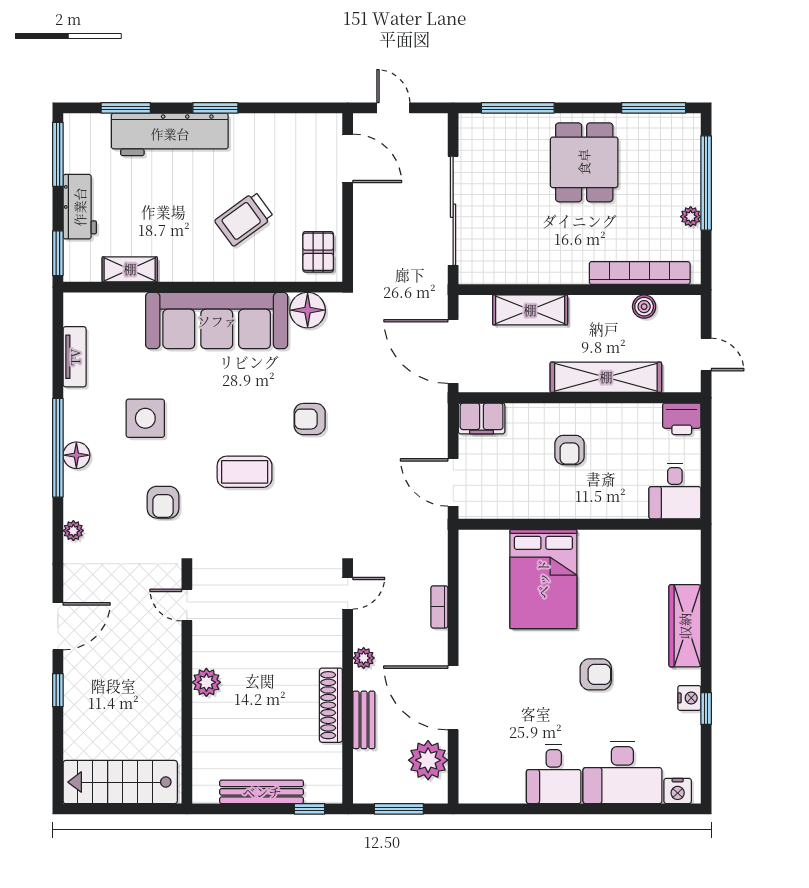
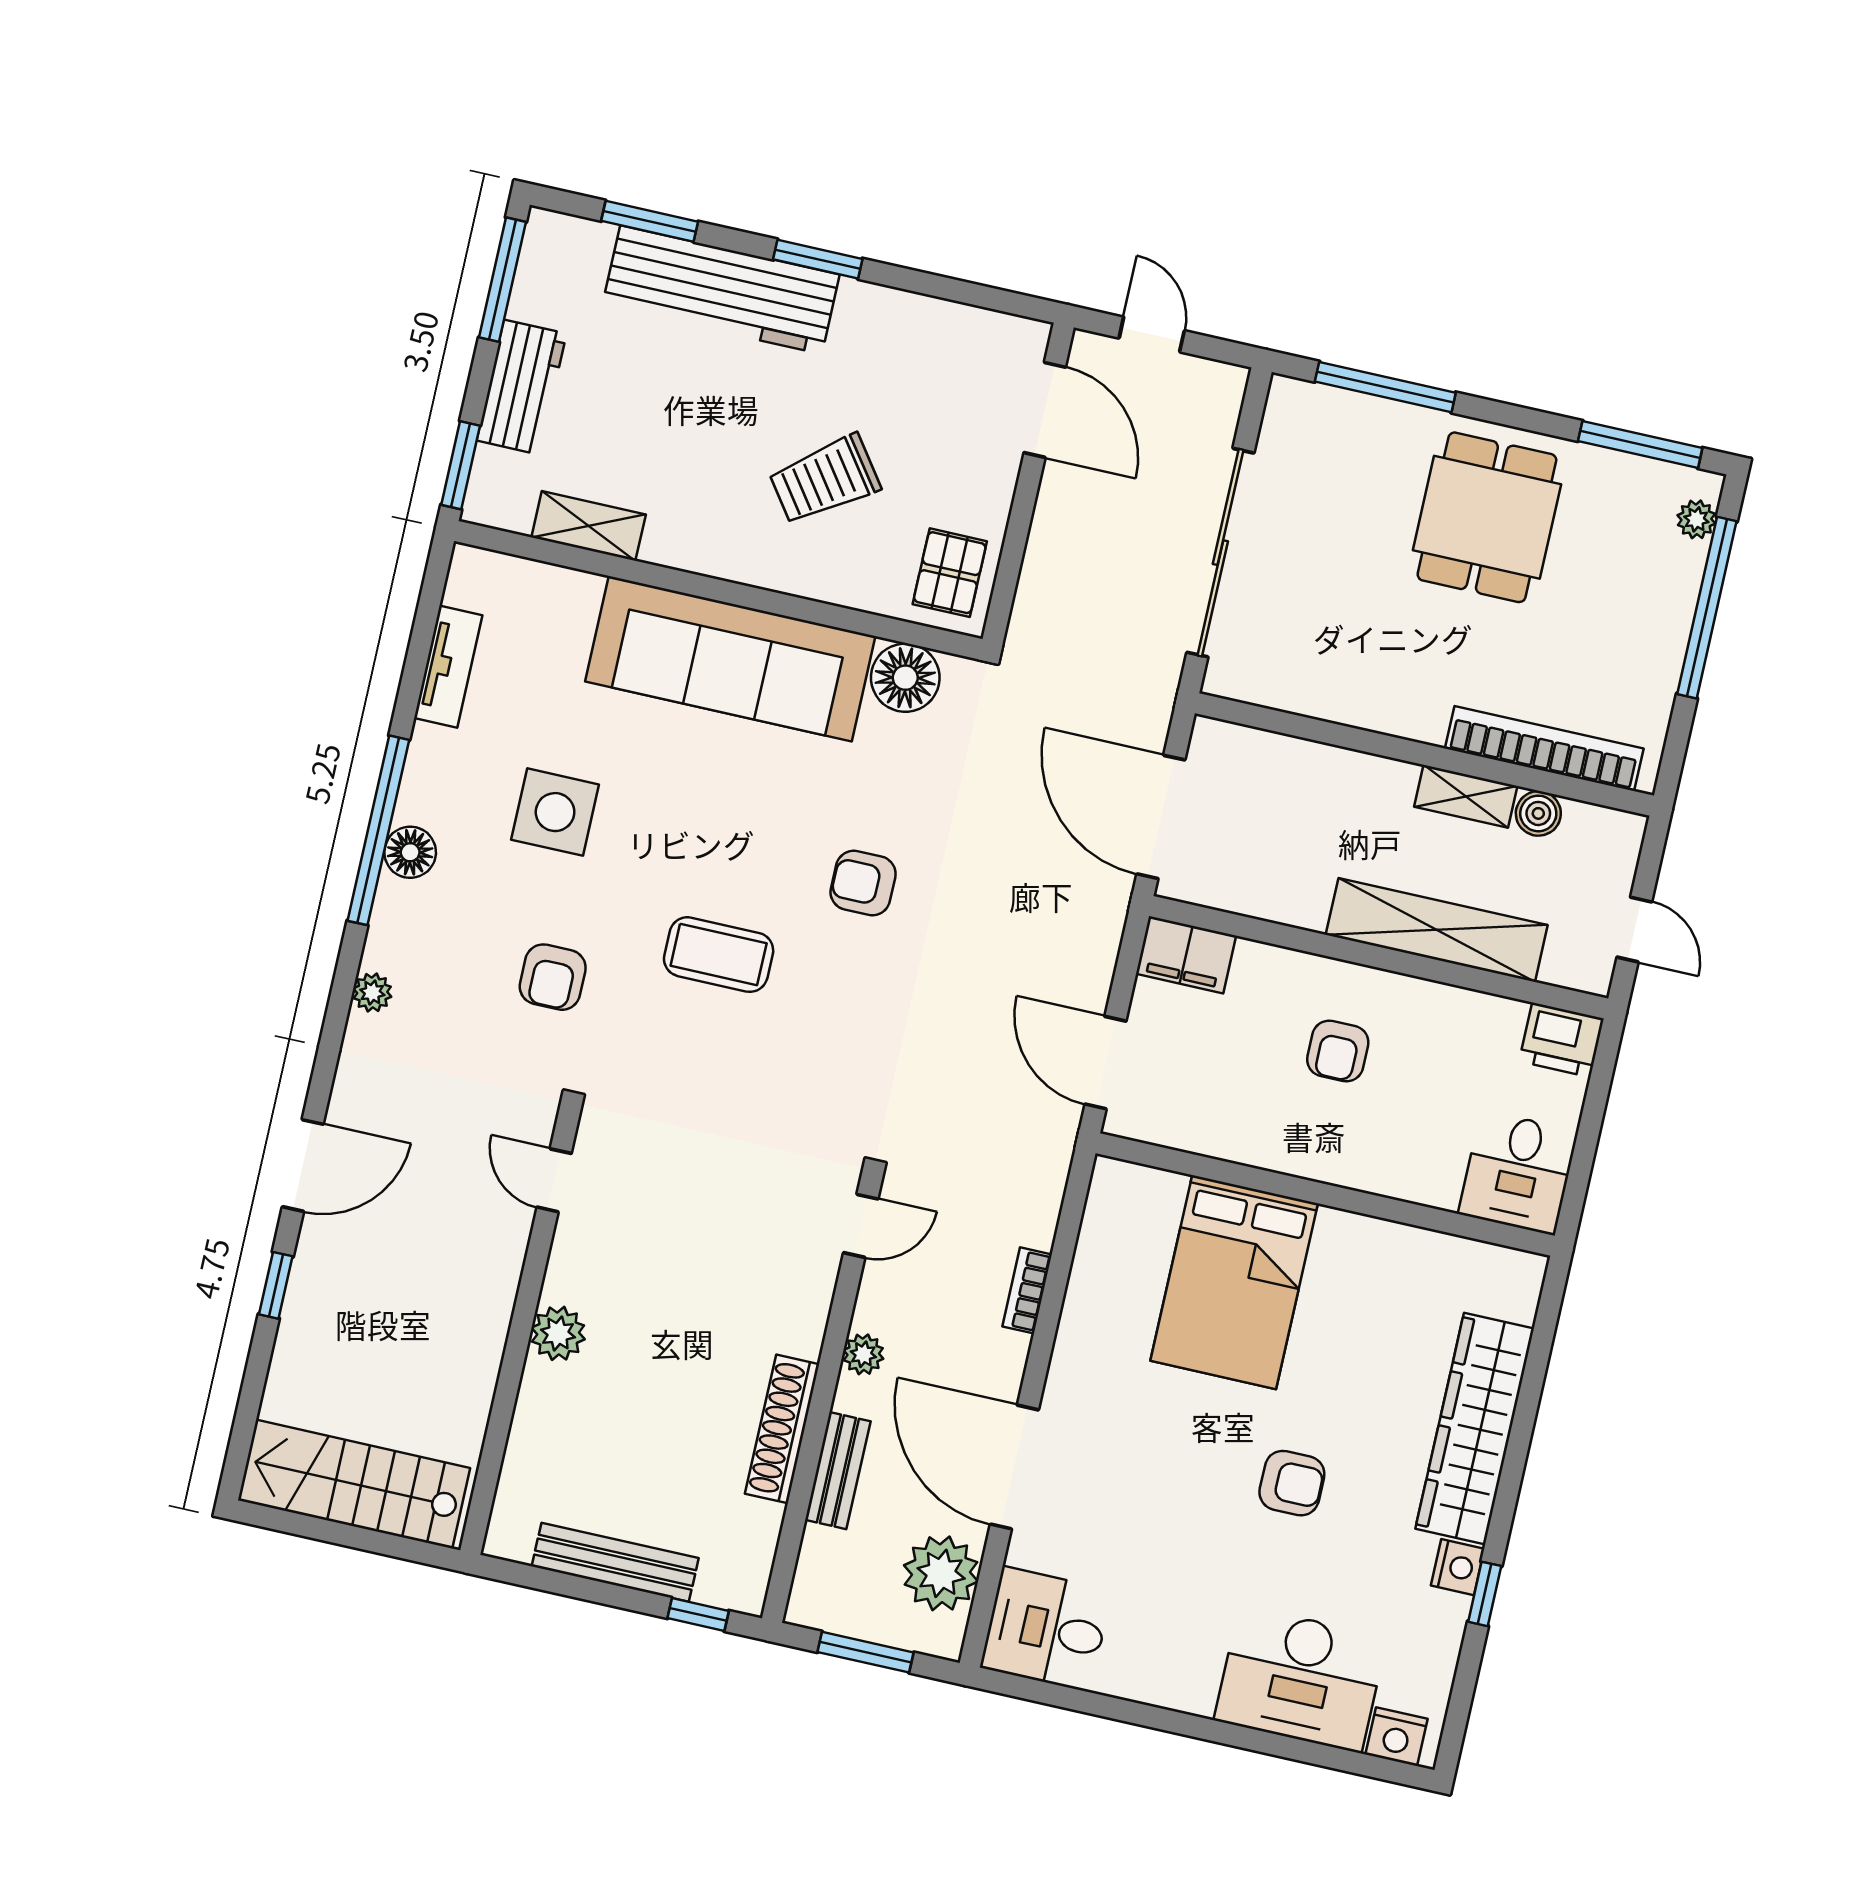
plant: (691, 217) -> (1696, 519), moved
shelving: (530, 310) -> (1466, 796), moved, width x0.67, depth x0.75
wardrobe: (685, 626) -> (1475, 1429), width x1.40, depth x1.17
desk: (554, 774) -> (1046, 1629), moved, turned 90

